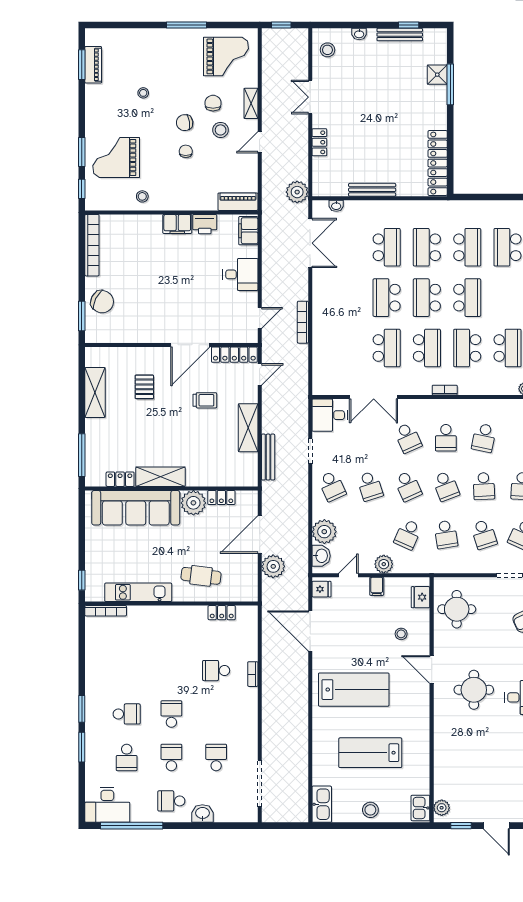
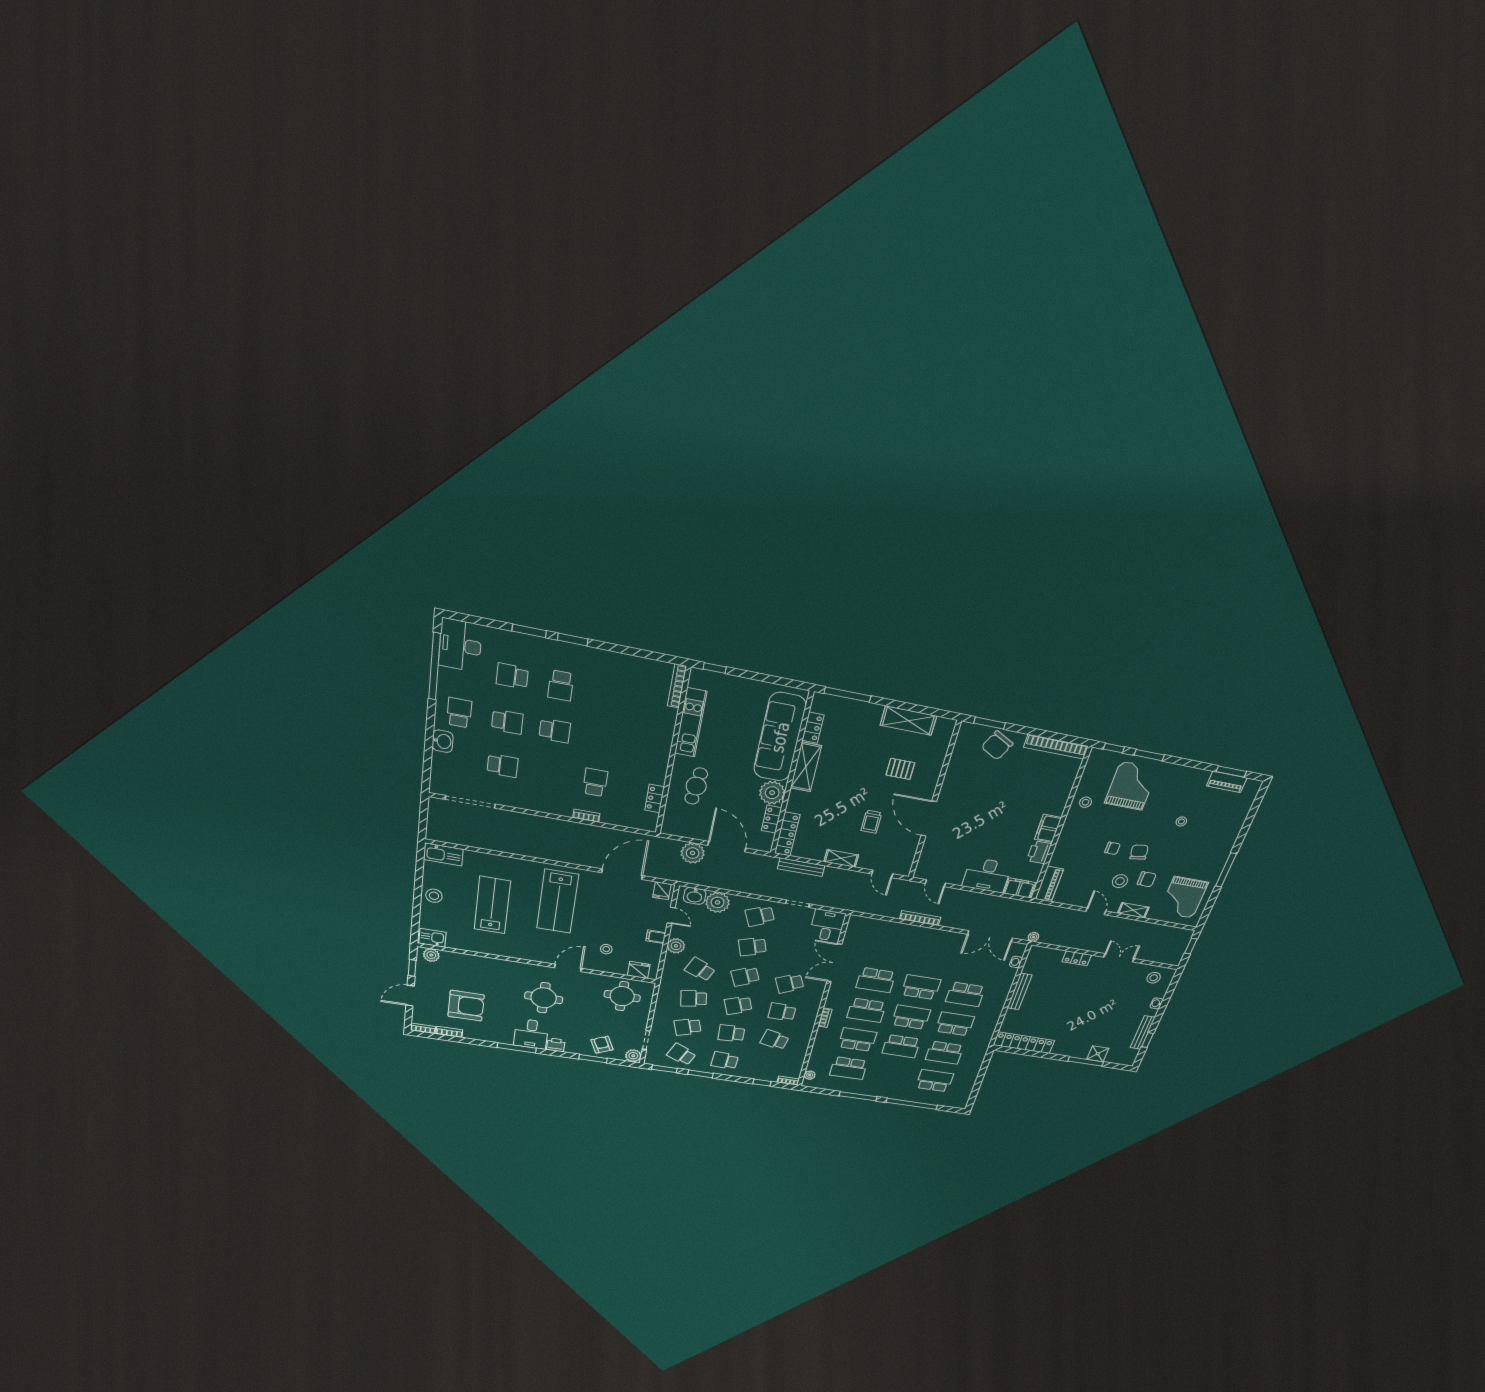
plant: (297, 192) -> (1033, 937), width x0.53, depth x0.53
desk: (240, 274) -> (987, 875), width x1.37
locker: (234, 355) -> (787, 834), moved, turned 180
shelving: (248, 428) -> (841, 858), width x0.67, depth x0.75
armchair: (499, 768) -> (466, 1006), added

